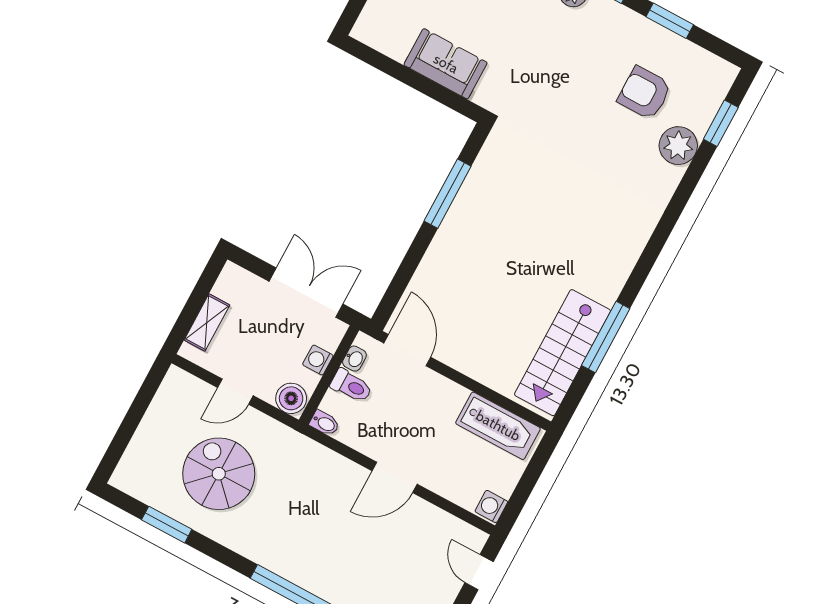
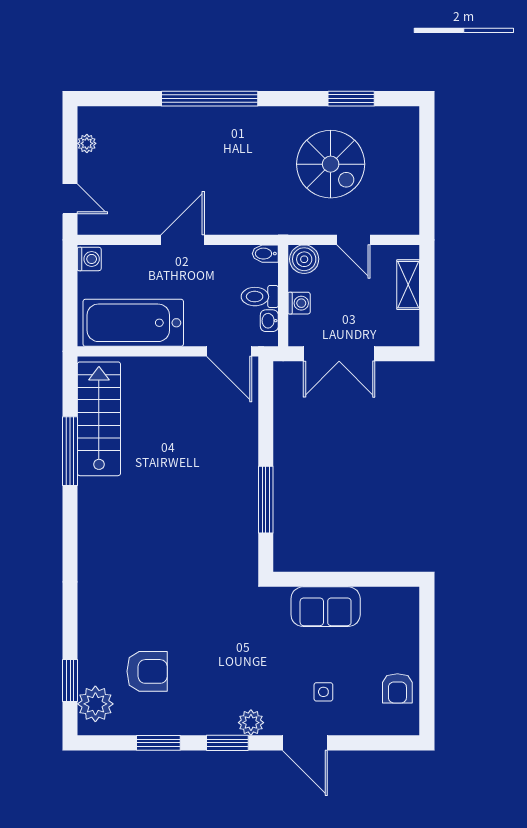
plant: (678, 146) -> (95, 704), moved
door: (235, 392) -> (354, 240), swing flipped
bathtub: (498, 426) -> (133, 323), width x1.36, depth x1.36

